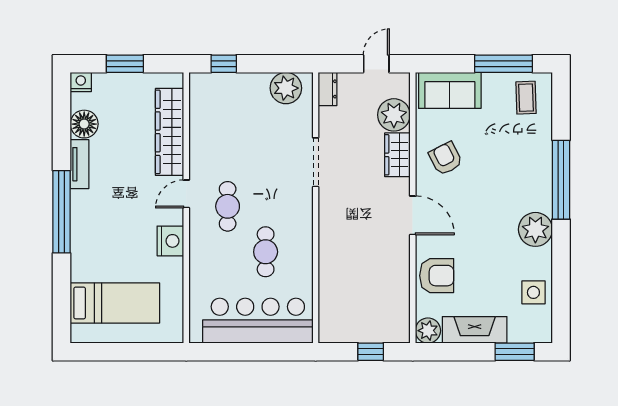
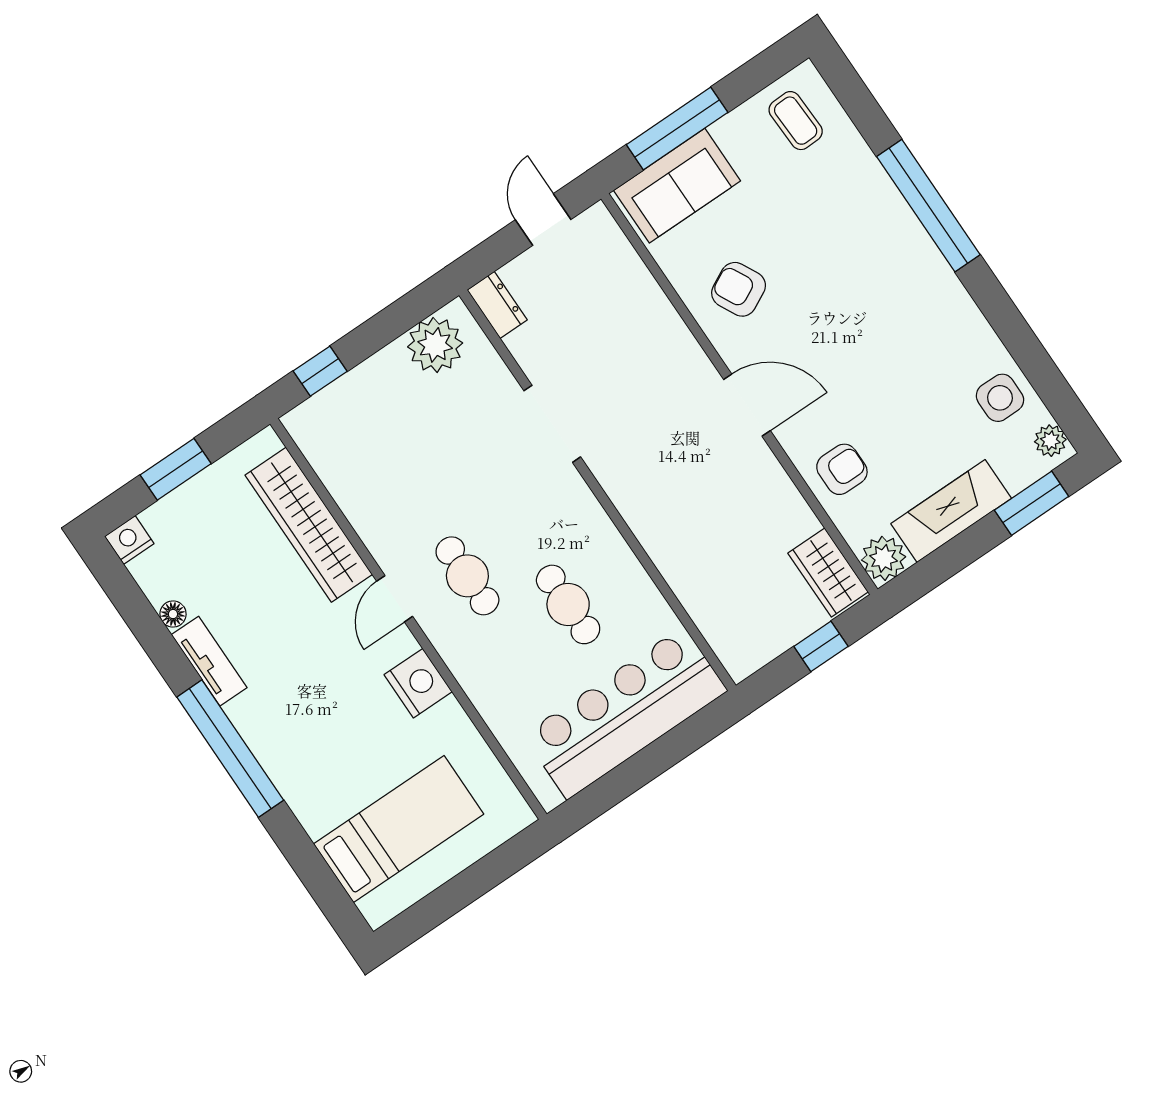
window: (503, 64) -> (677, 129), moved
plant: (394, 115) -> (620, 277), removed
floor lamp: (84, 124) -> (173, 614), width x0.53, depth x0.53
wardrobe: (397, 155) -> (828, 573), moved
plant: (535, 229) -> (1050, 441), moved, width x0.53, depth x0.53
armchair: (437, 276) -> (842, 469), width x0.72, depth x0.72

